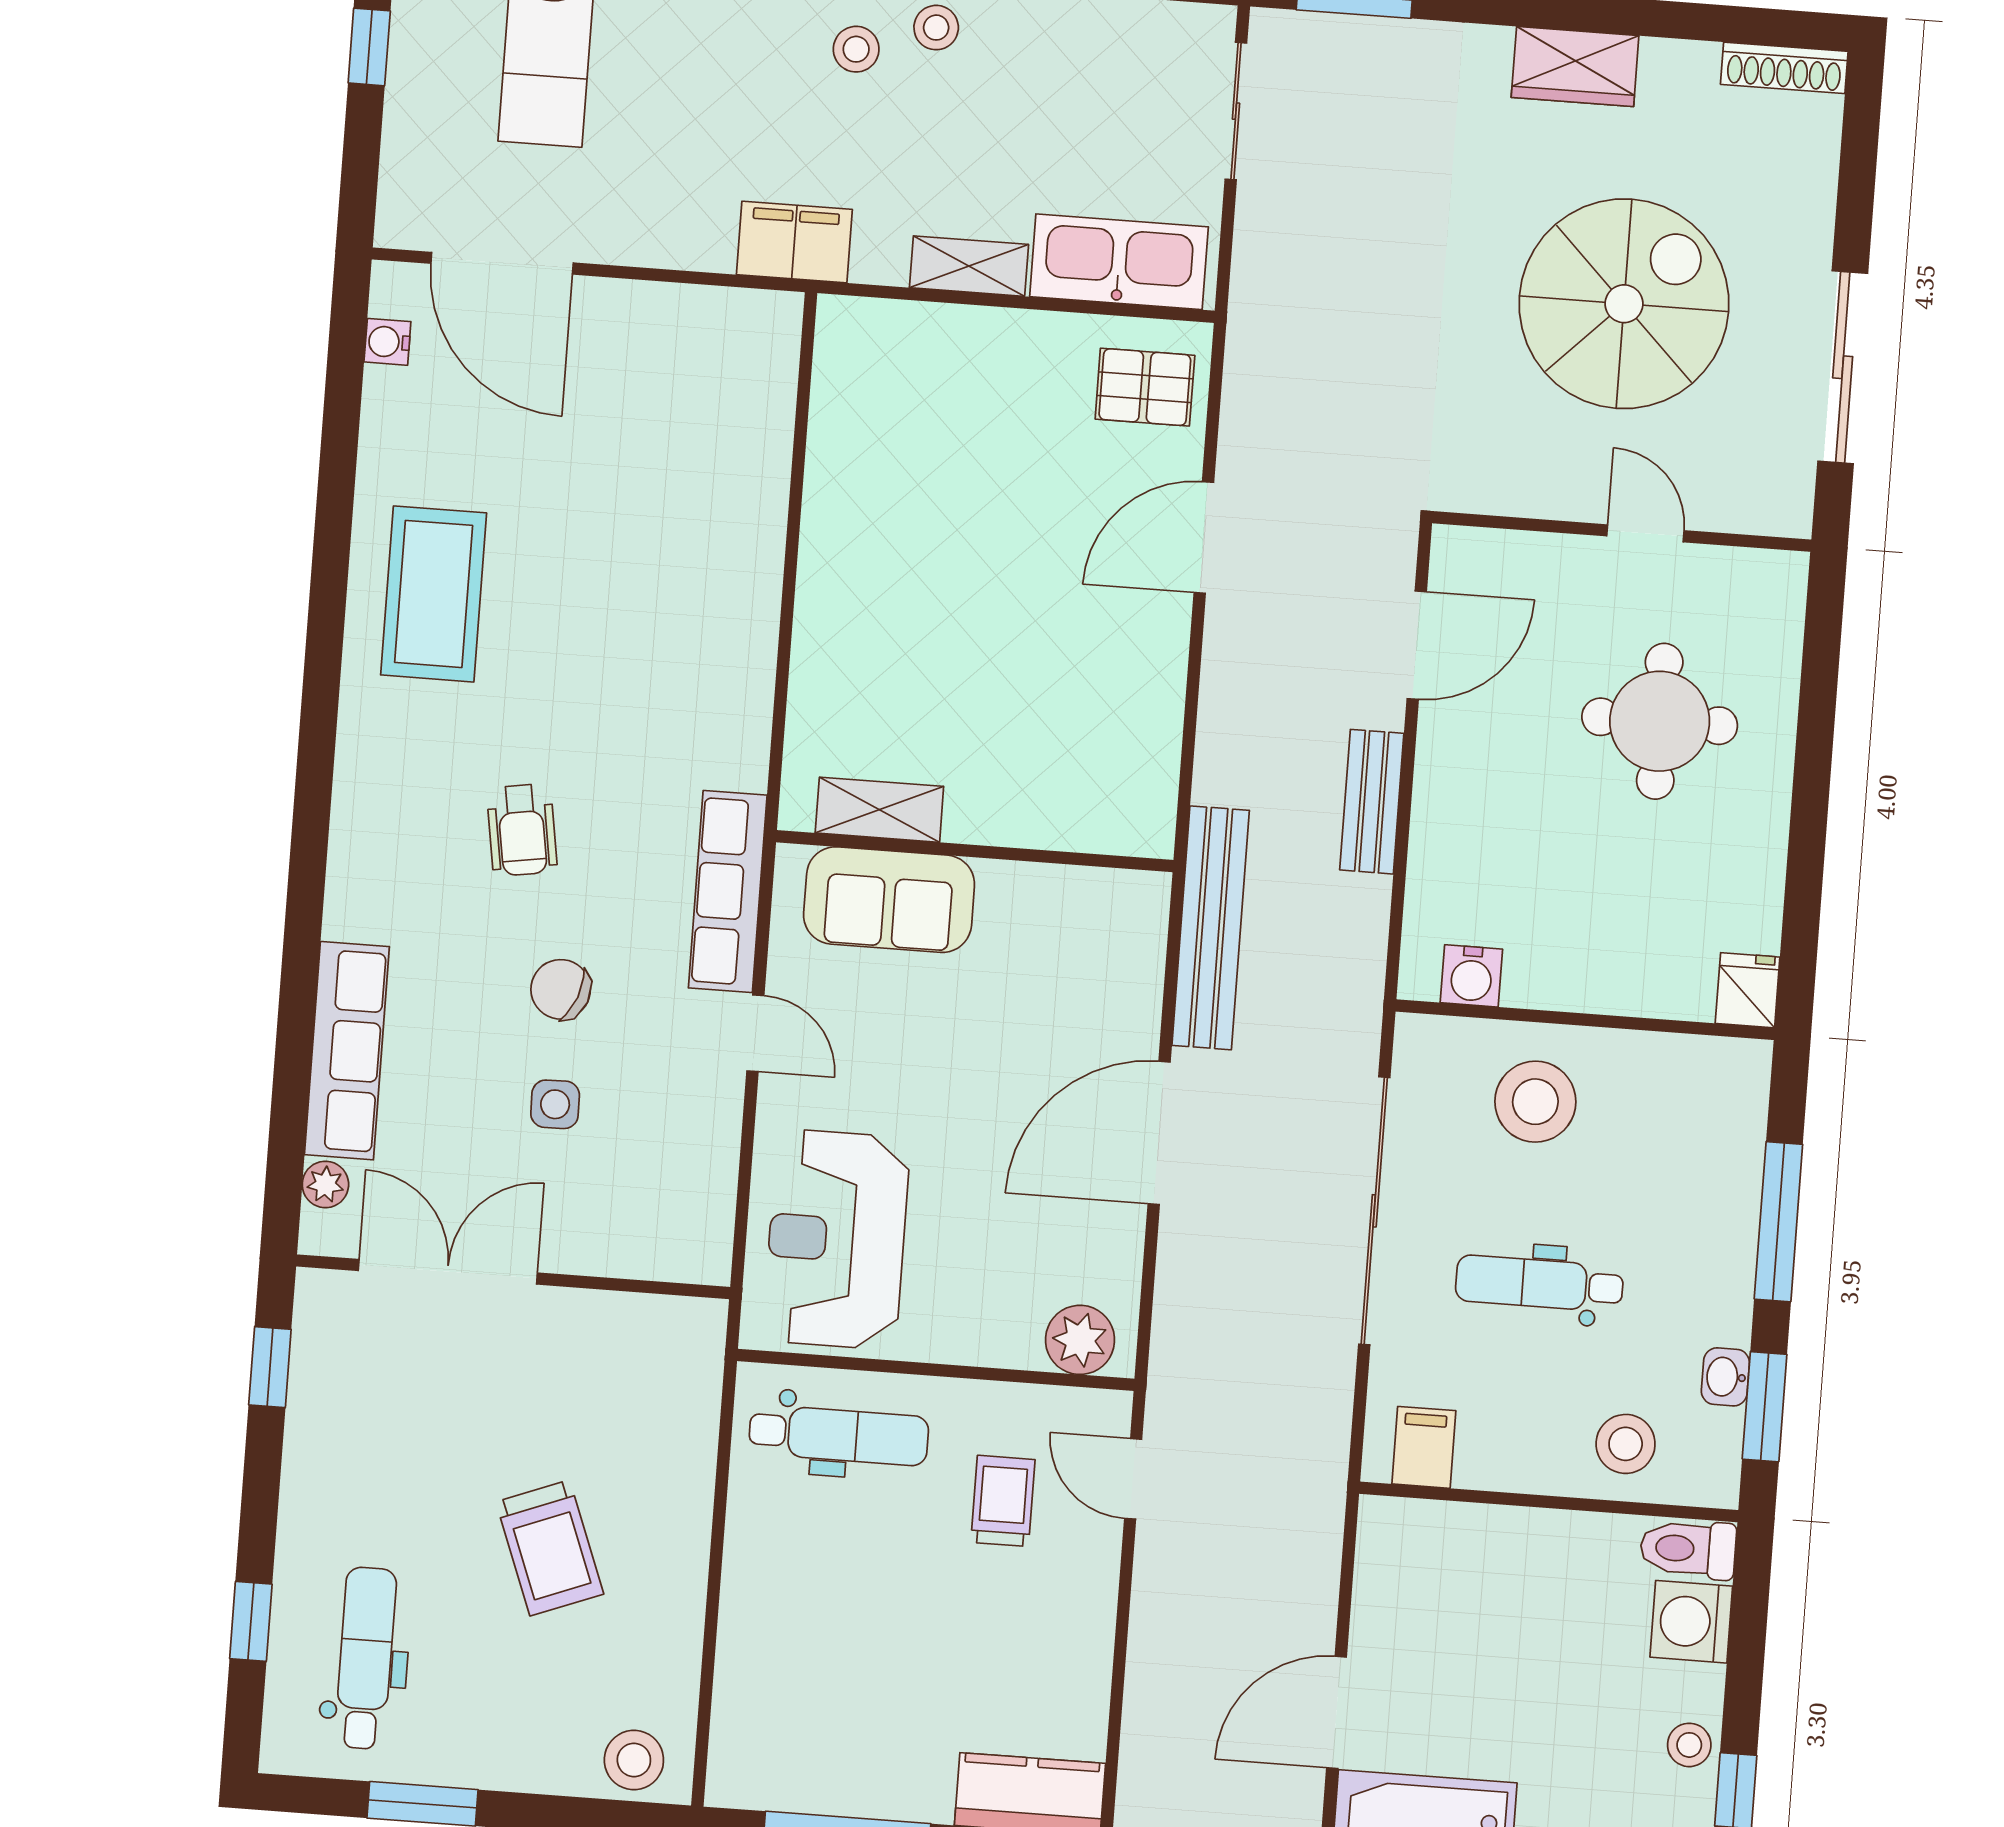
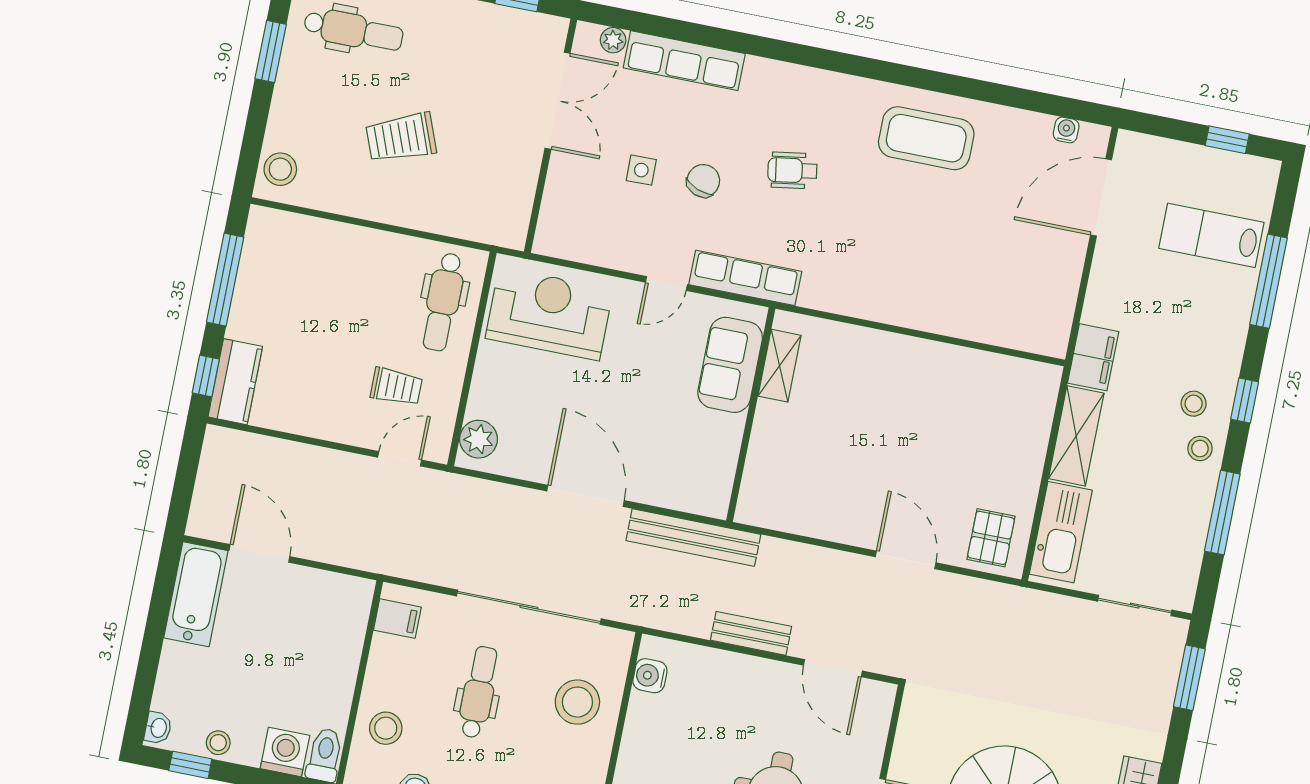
shelving: (969, 266) -> (1076, 436), width x1.50, depth x1.33

